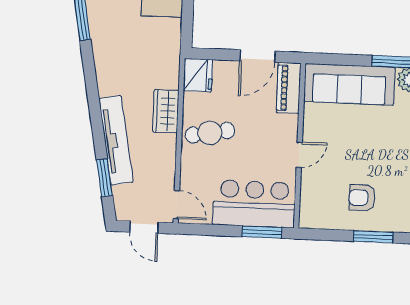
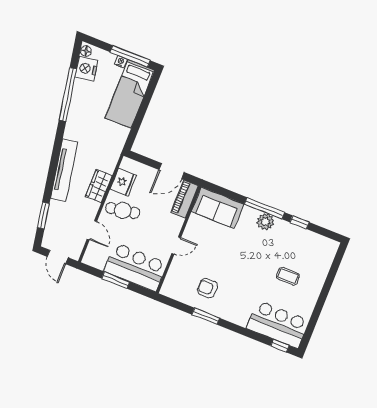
fridge: (198, 75) -> (123, 182), moved
sofa: (349, 84) -> (218, 208), width x0.73
tv unit: (116, 140) -> (64, 170), moved
door: (176, 205) -> (92, 230), moved
window: (262, 232) -> (116, 280), moved

